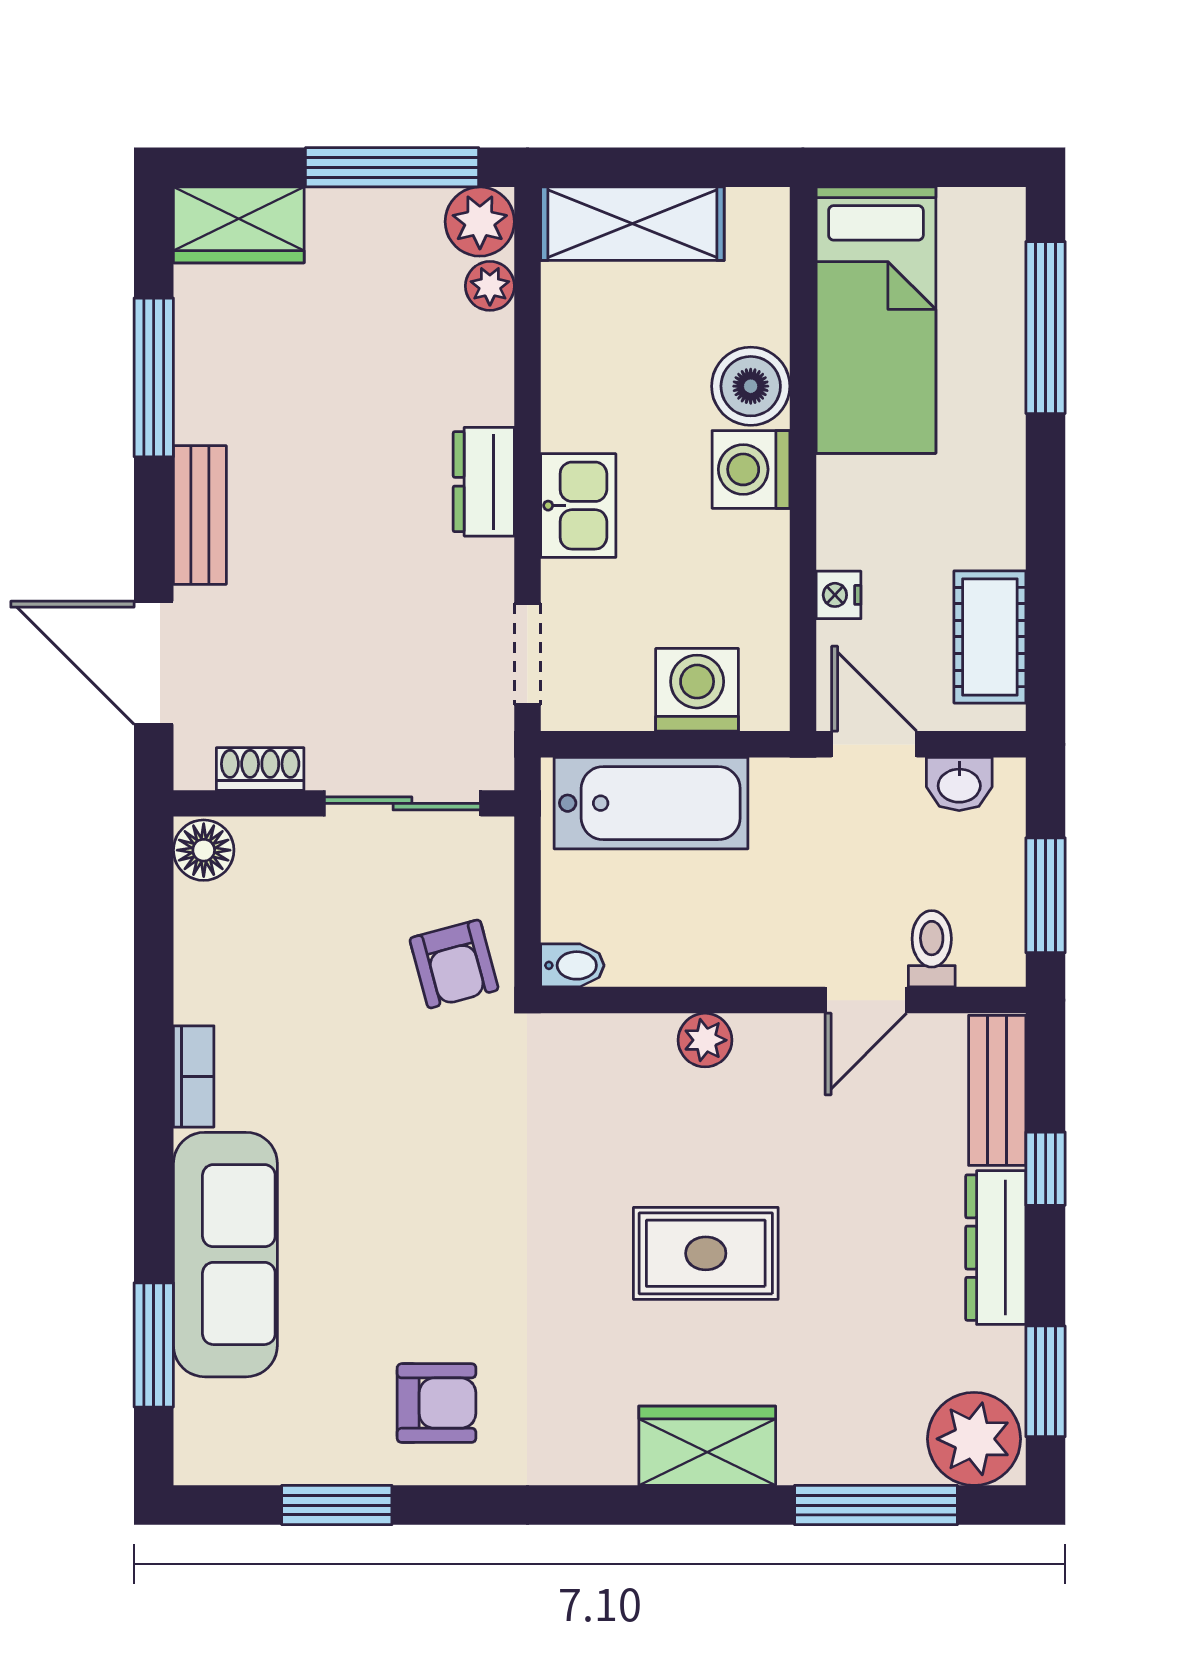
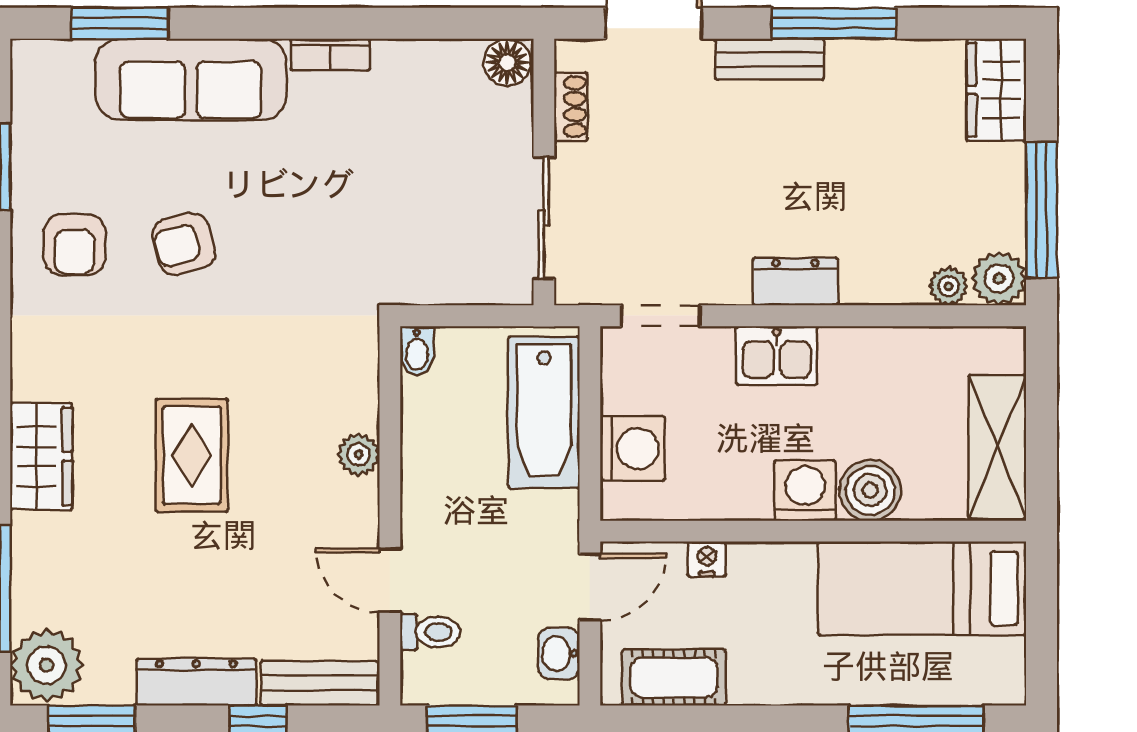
shelving: (632, 224) -> (997, 447), moved
window: (154, 377) -> (834, 23), moved
armchair: (454, 964) -> (184, 244), moved

